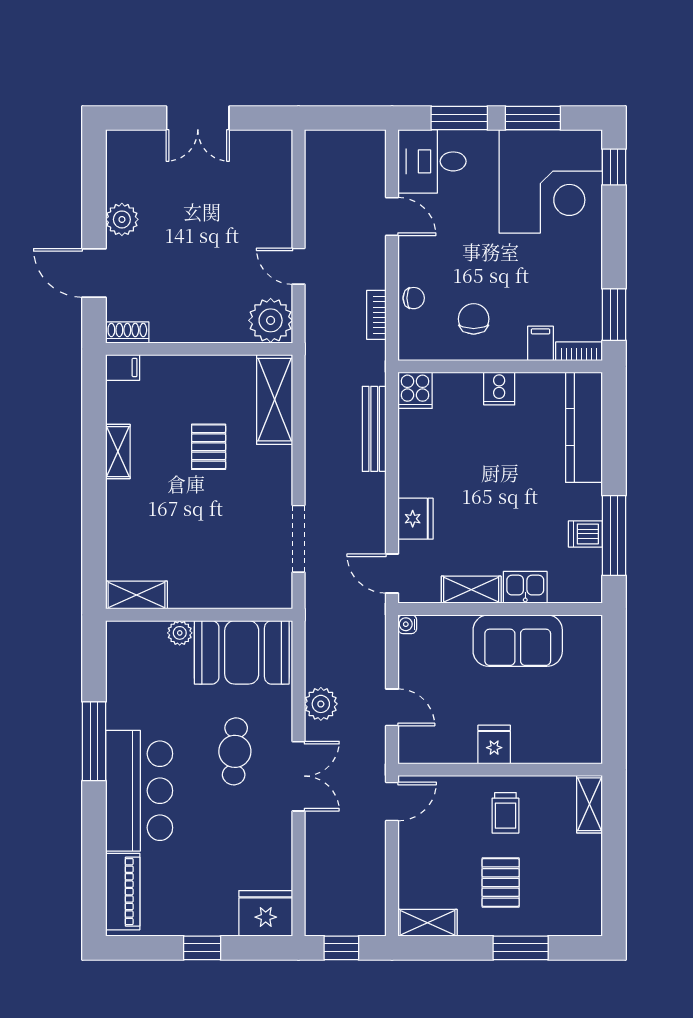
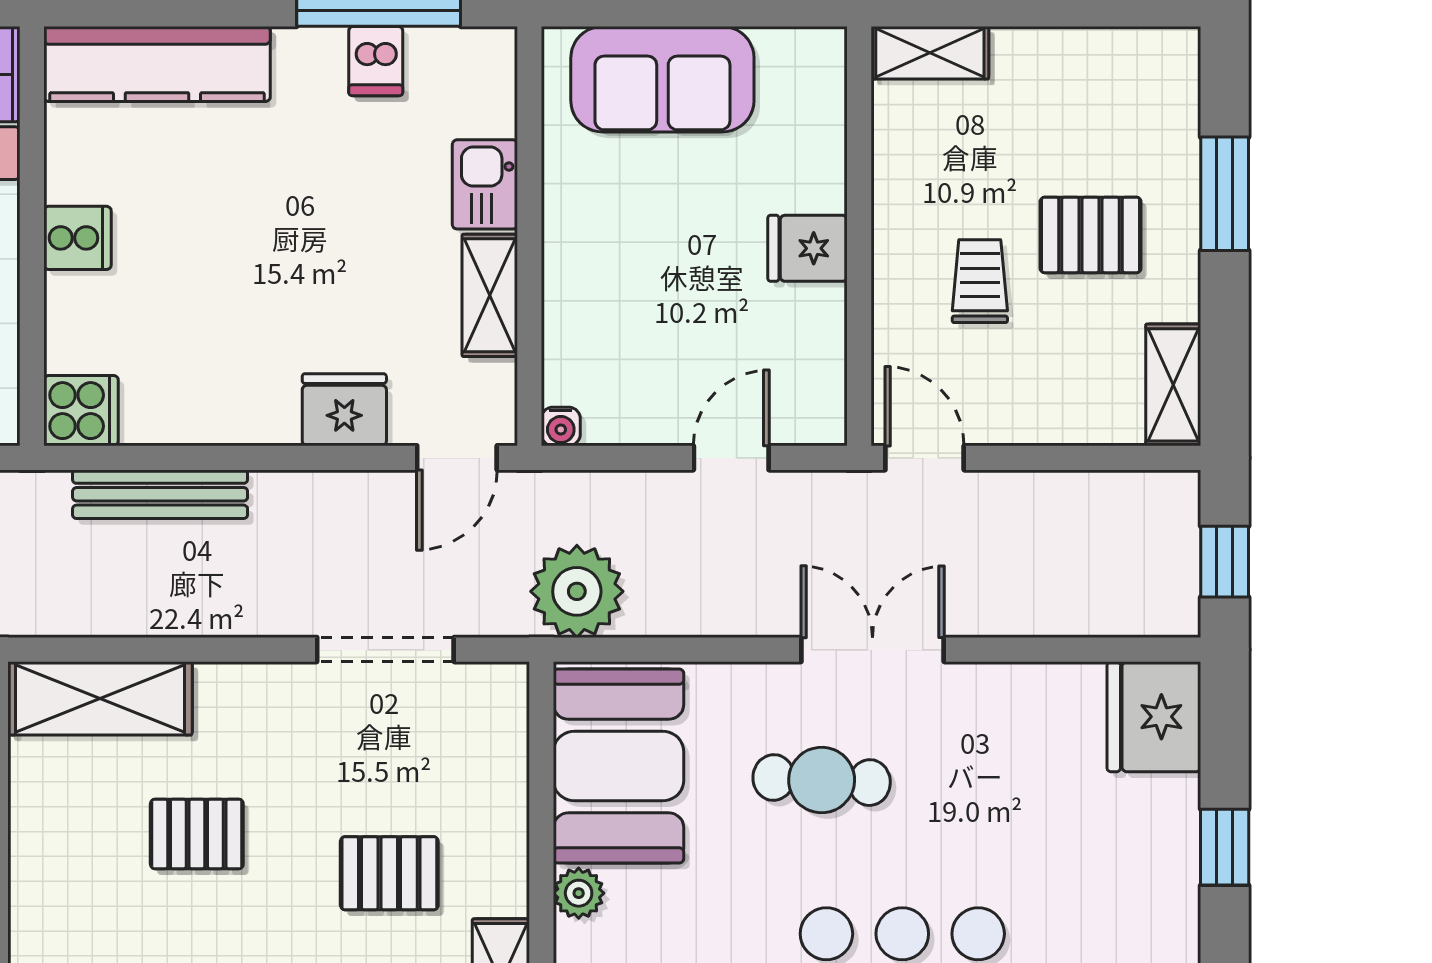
pallet: (189, 541) -> (389, 873), added
sofa: (518, 641) -> (662, 79), moved, turned 90
plant: (321, 704) -> (577, 591), moved, width x1.36, depth x1.36
trolley: (505, 813) -> (980, 281), moved, turned -90

